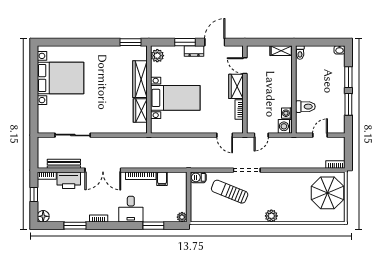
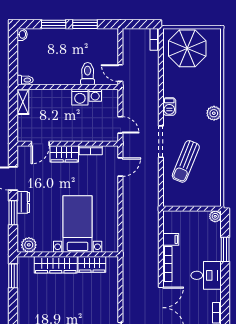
washing machine: (285, 126) -> (80, 97), moved
door: (320, 135) -> (120, 73), moved
barbecue: (198, 177) -> (169, 106), moved

